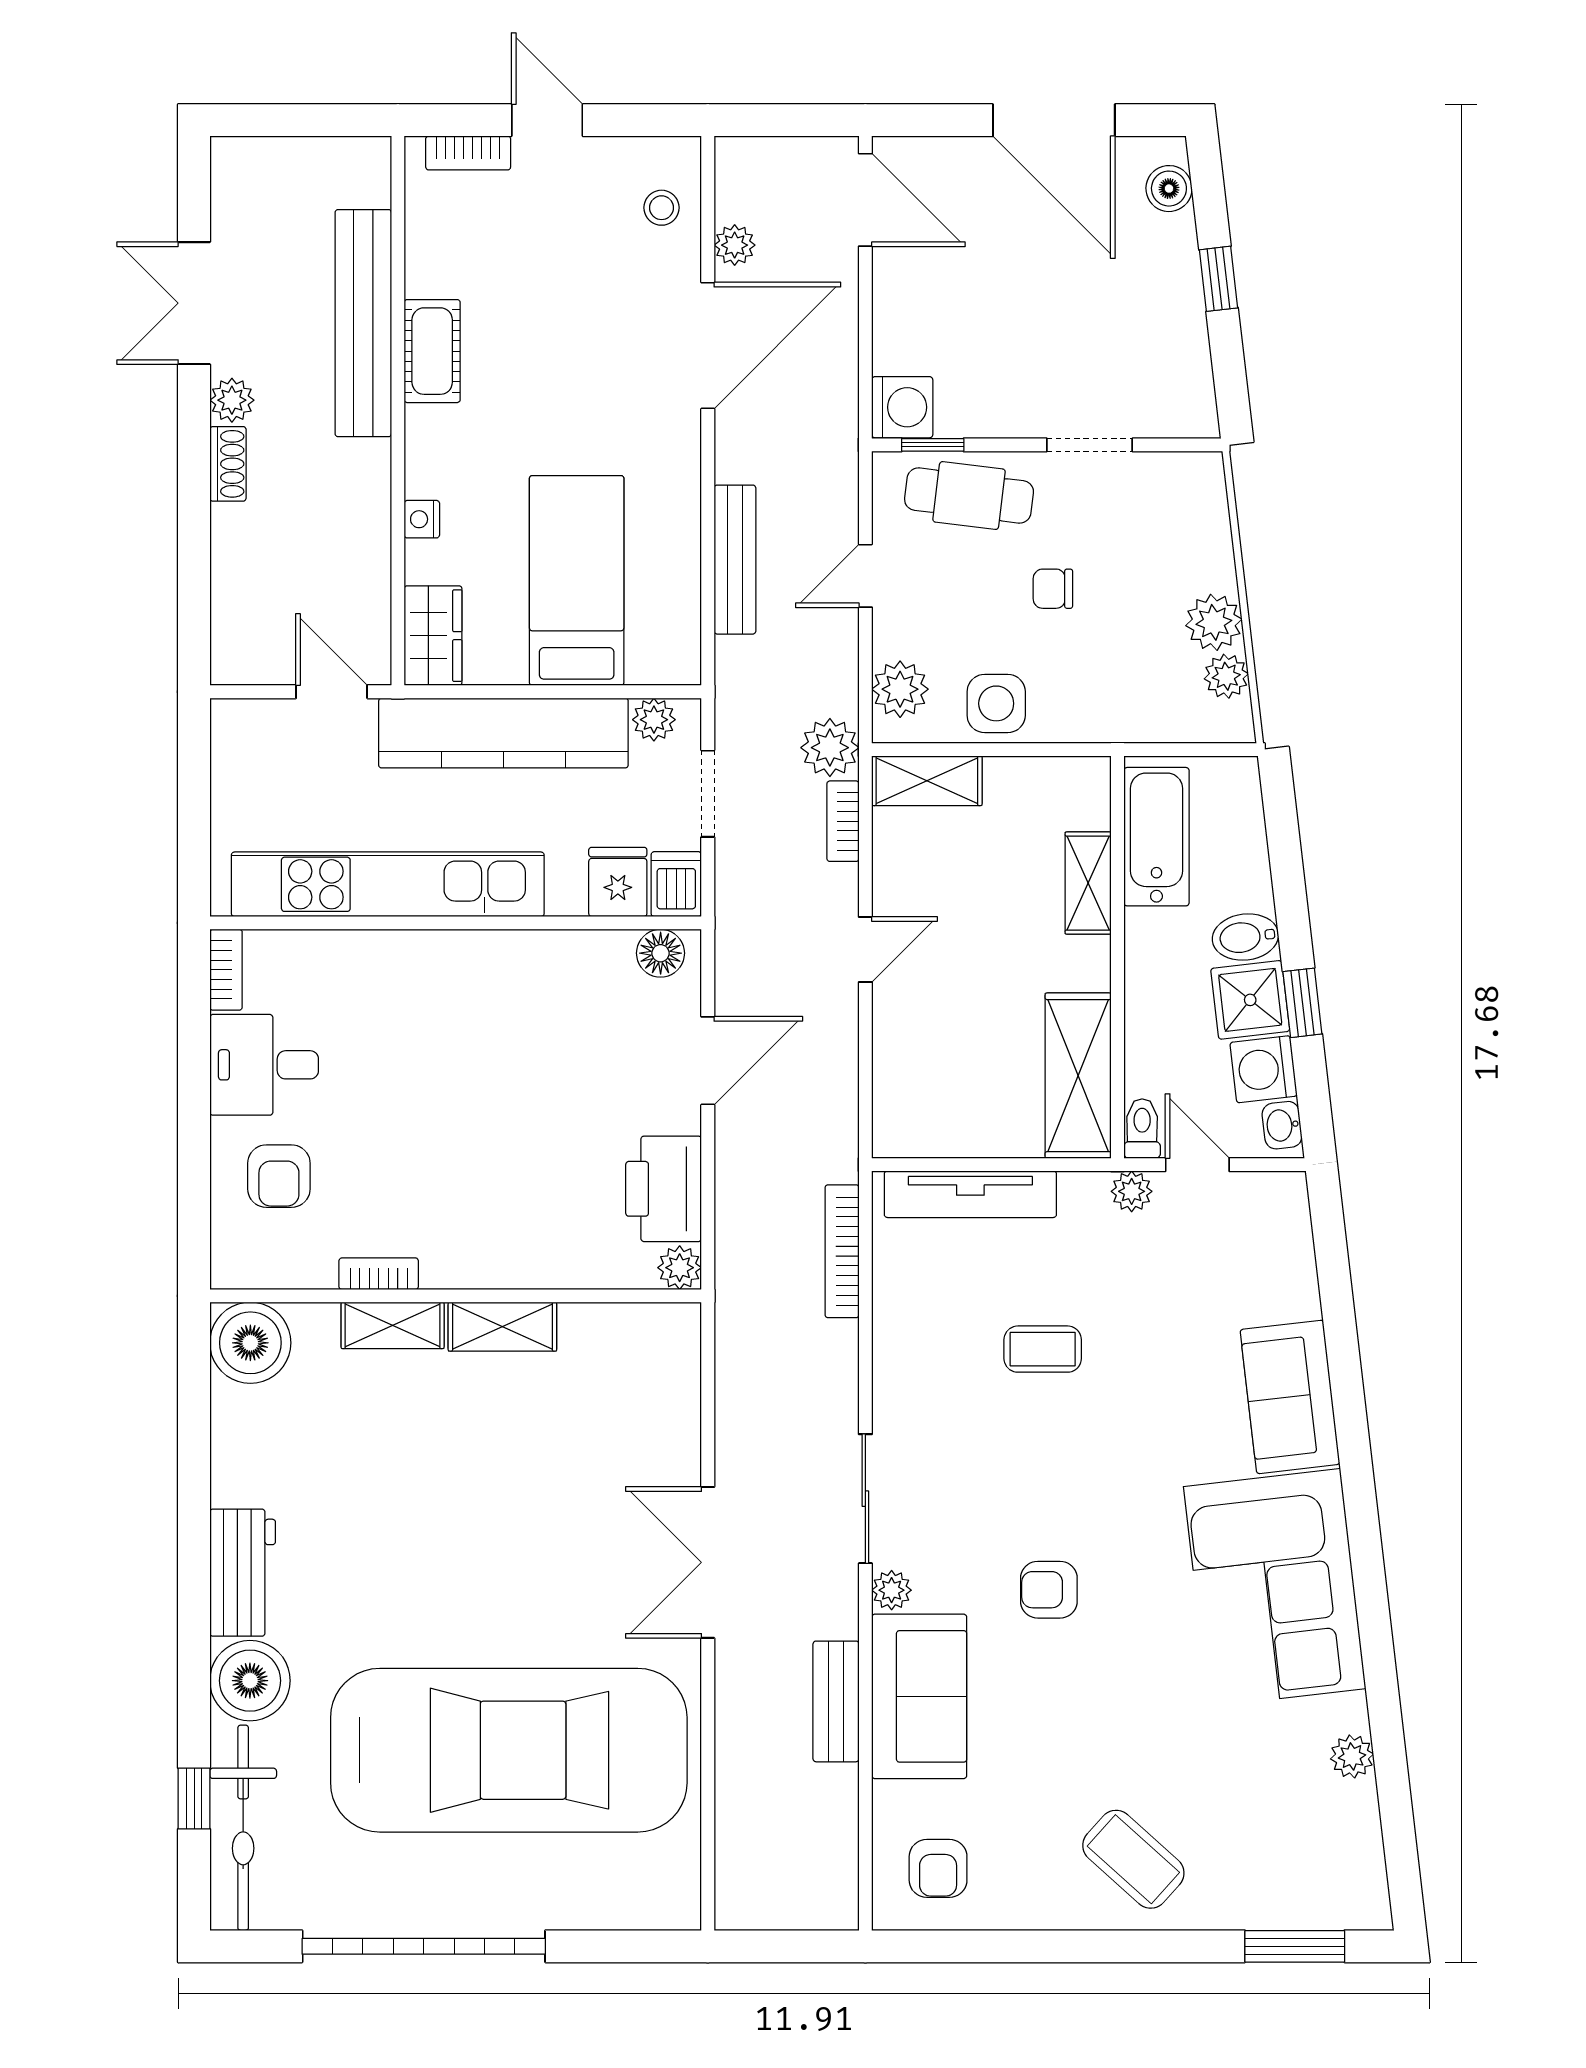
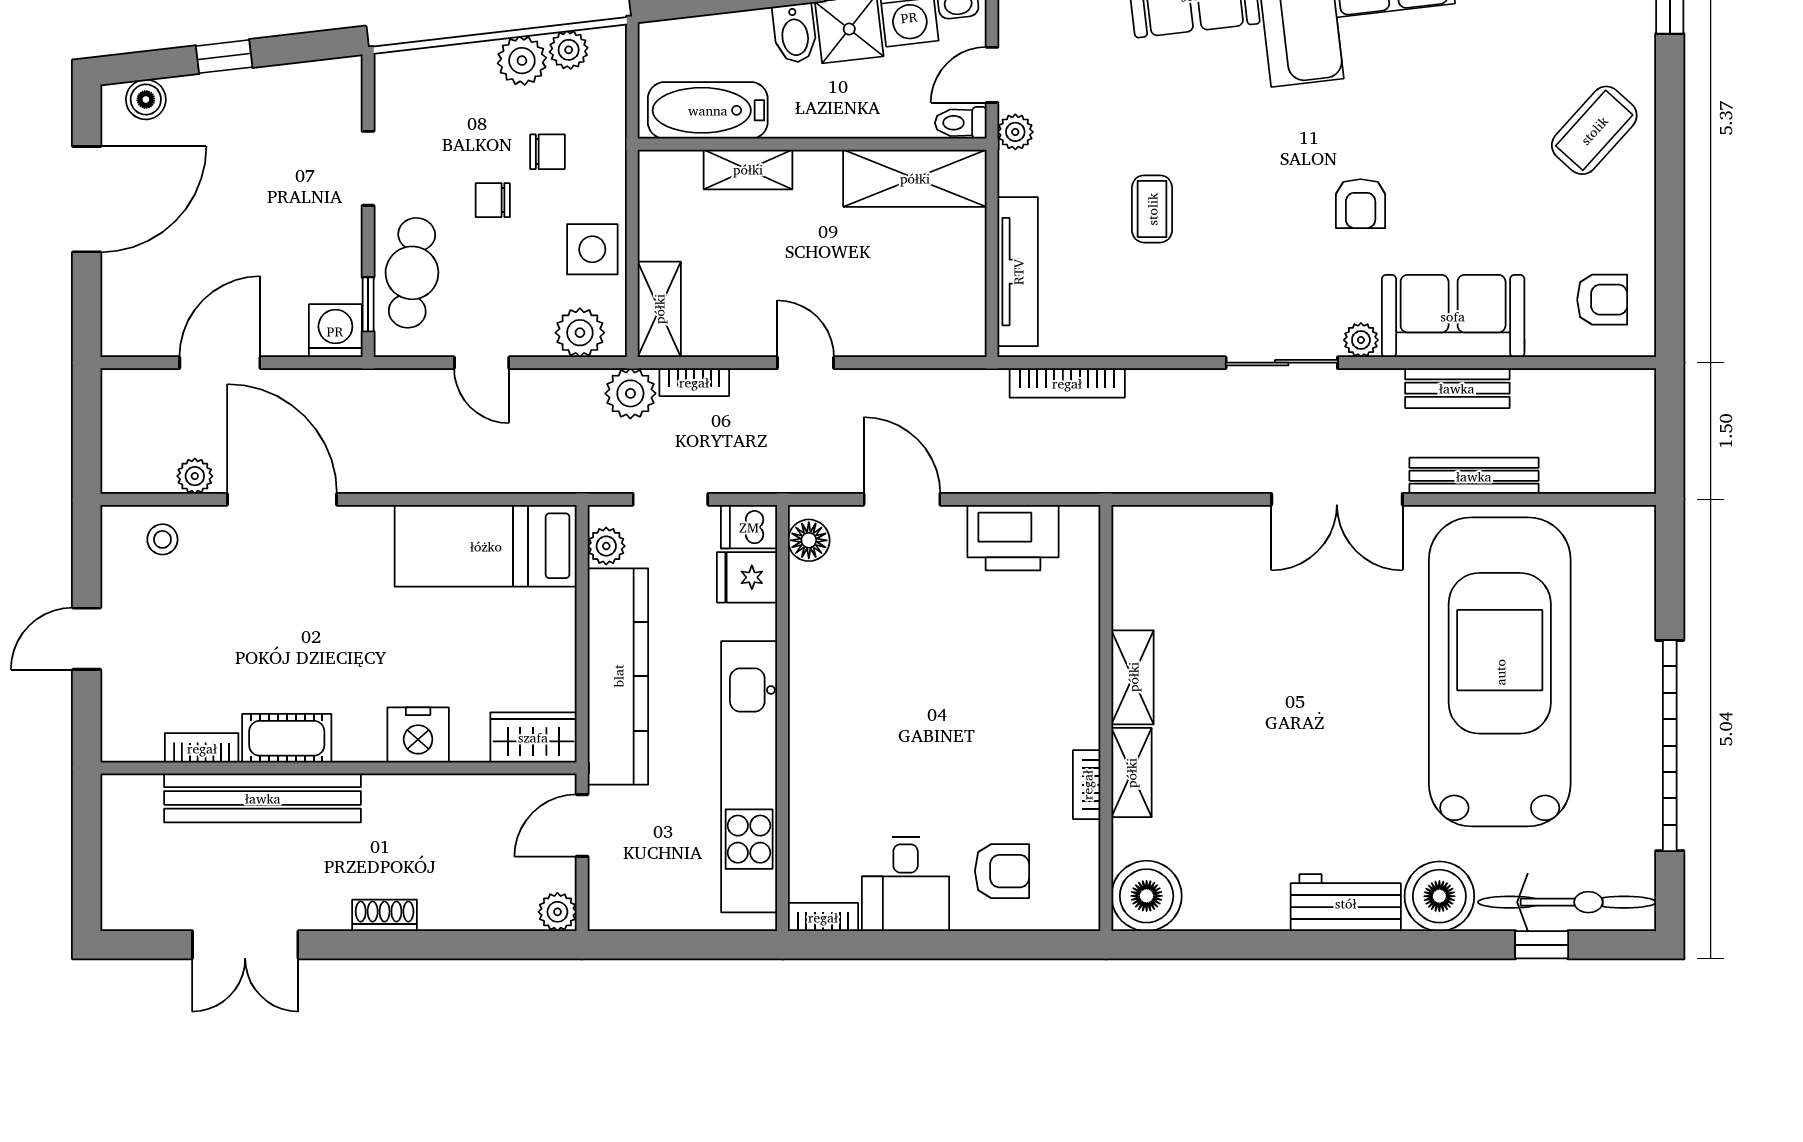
bookcase: (468, 153) -> (202, 748), moved, turned -90
door: (865, 200) -> (220, 363), moved
plant: (232, 400) -> (557, 912), moved
nightstand: (422, 519) -> (418, 735), width x1.89, depth x1.79
bench: (735, 560) -> (1474, 476), moved
bed: (577, 580) -> (486, 546), moved
chair: (1053, 589) -> (493, 200), turned 90
chair: (1109, 652) -> (548, 152), added
plant: (680, 1268) -> (1081, 524), removed

